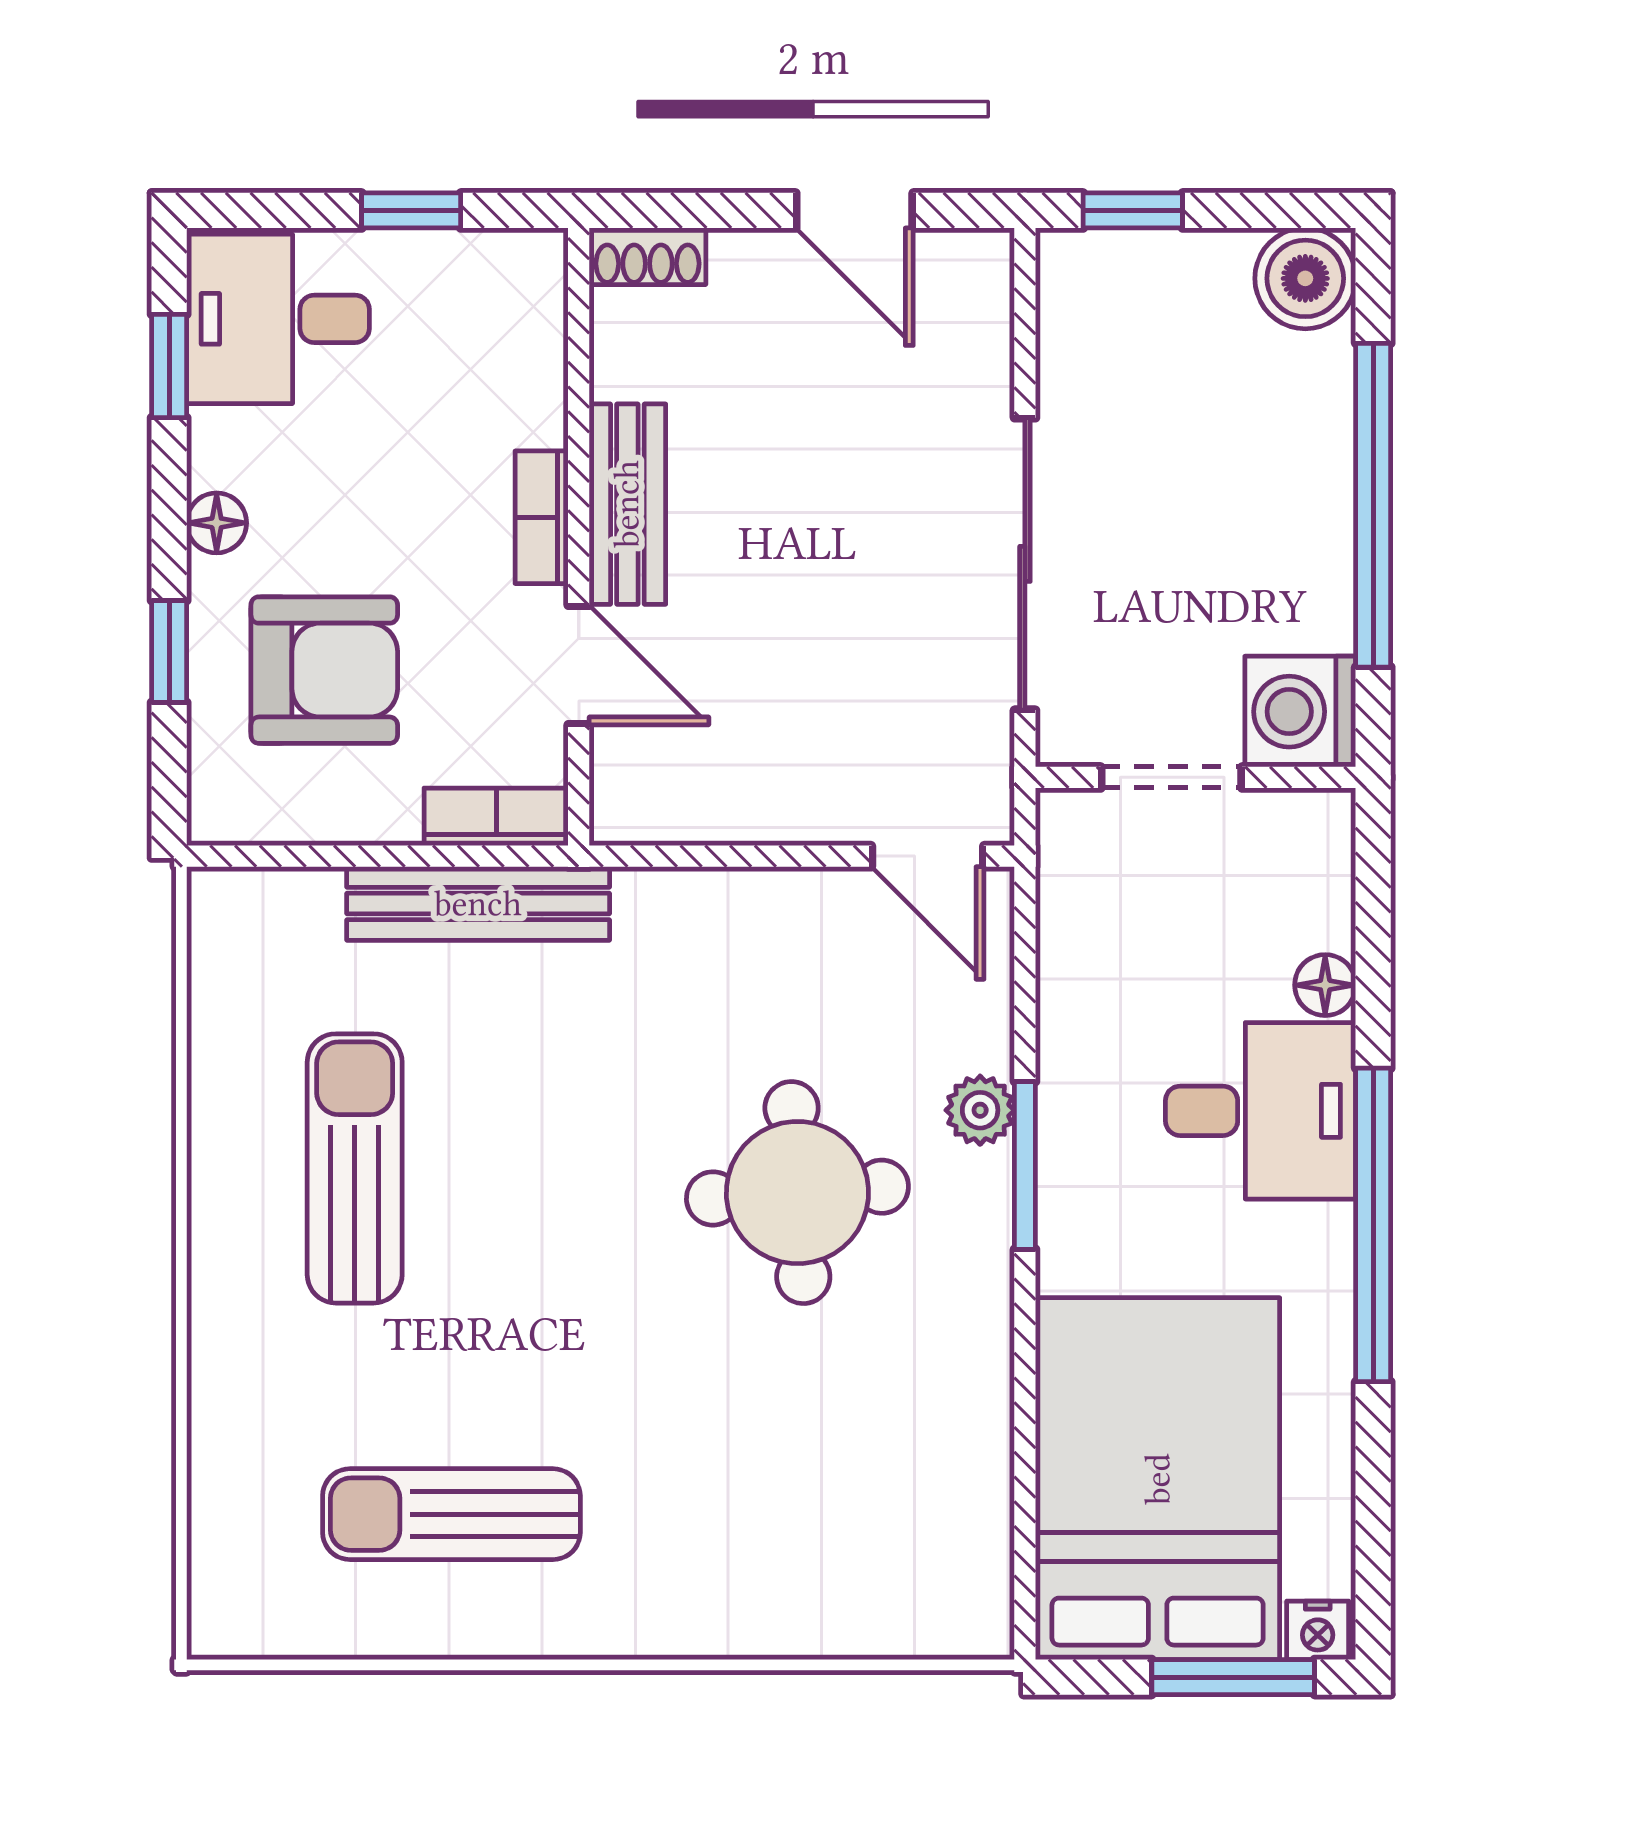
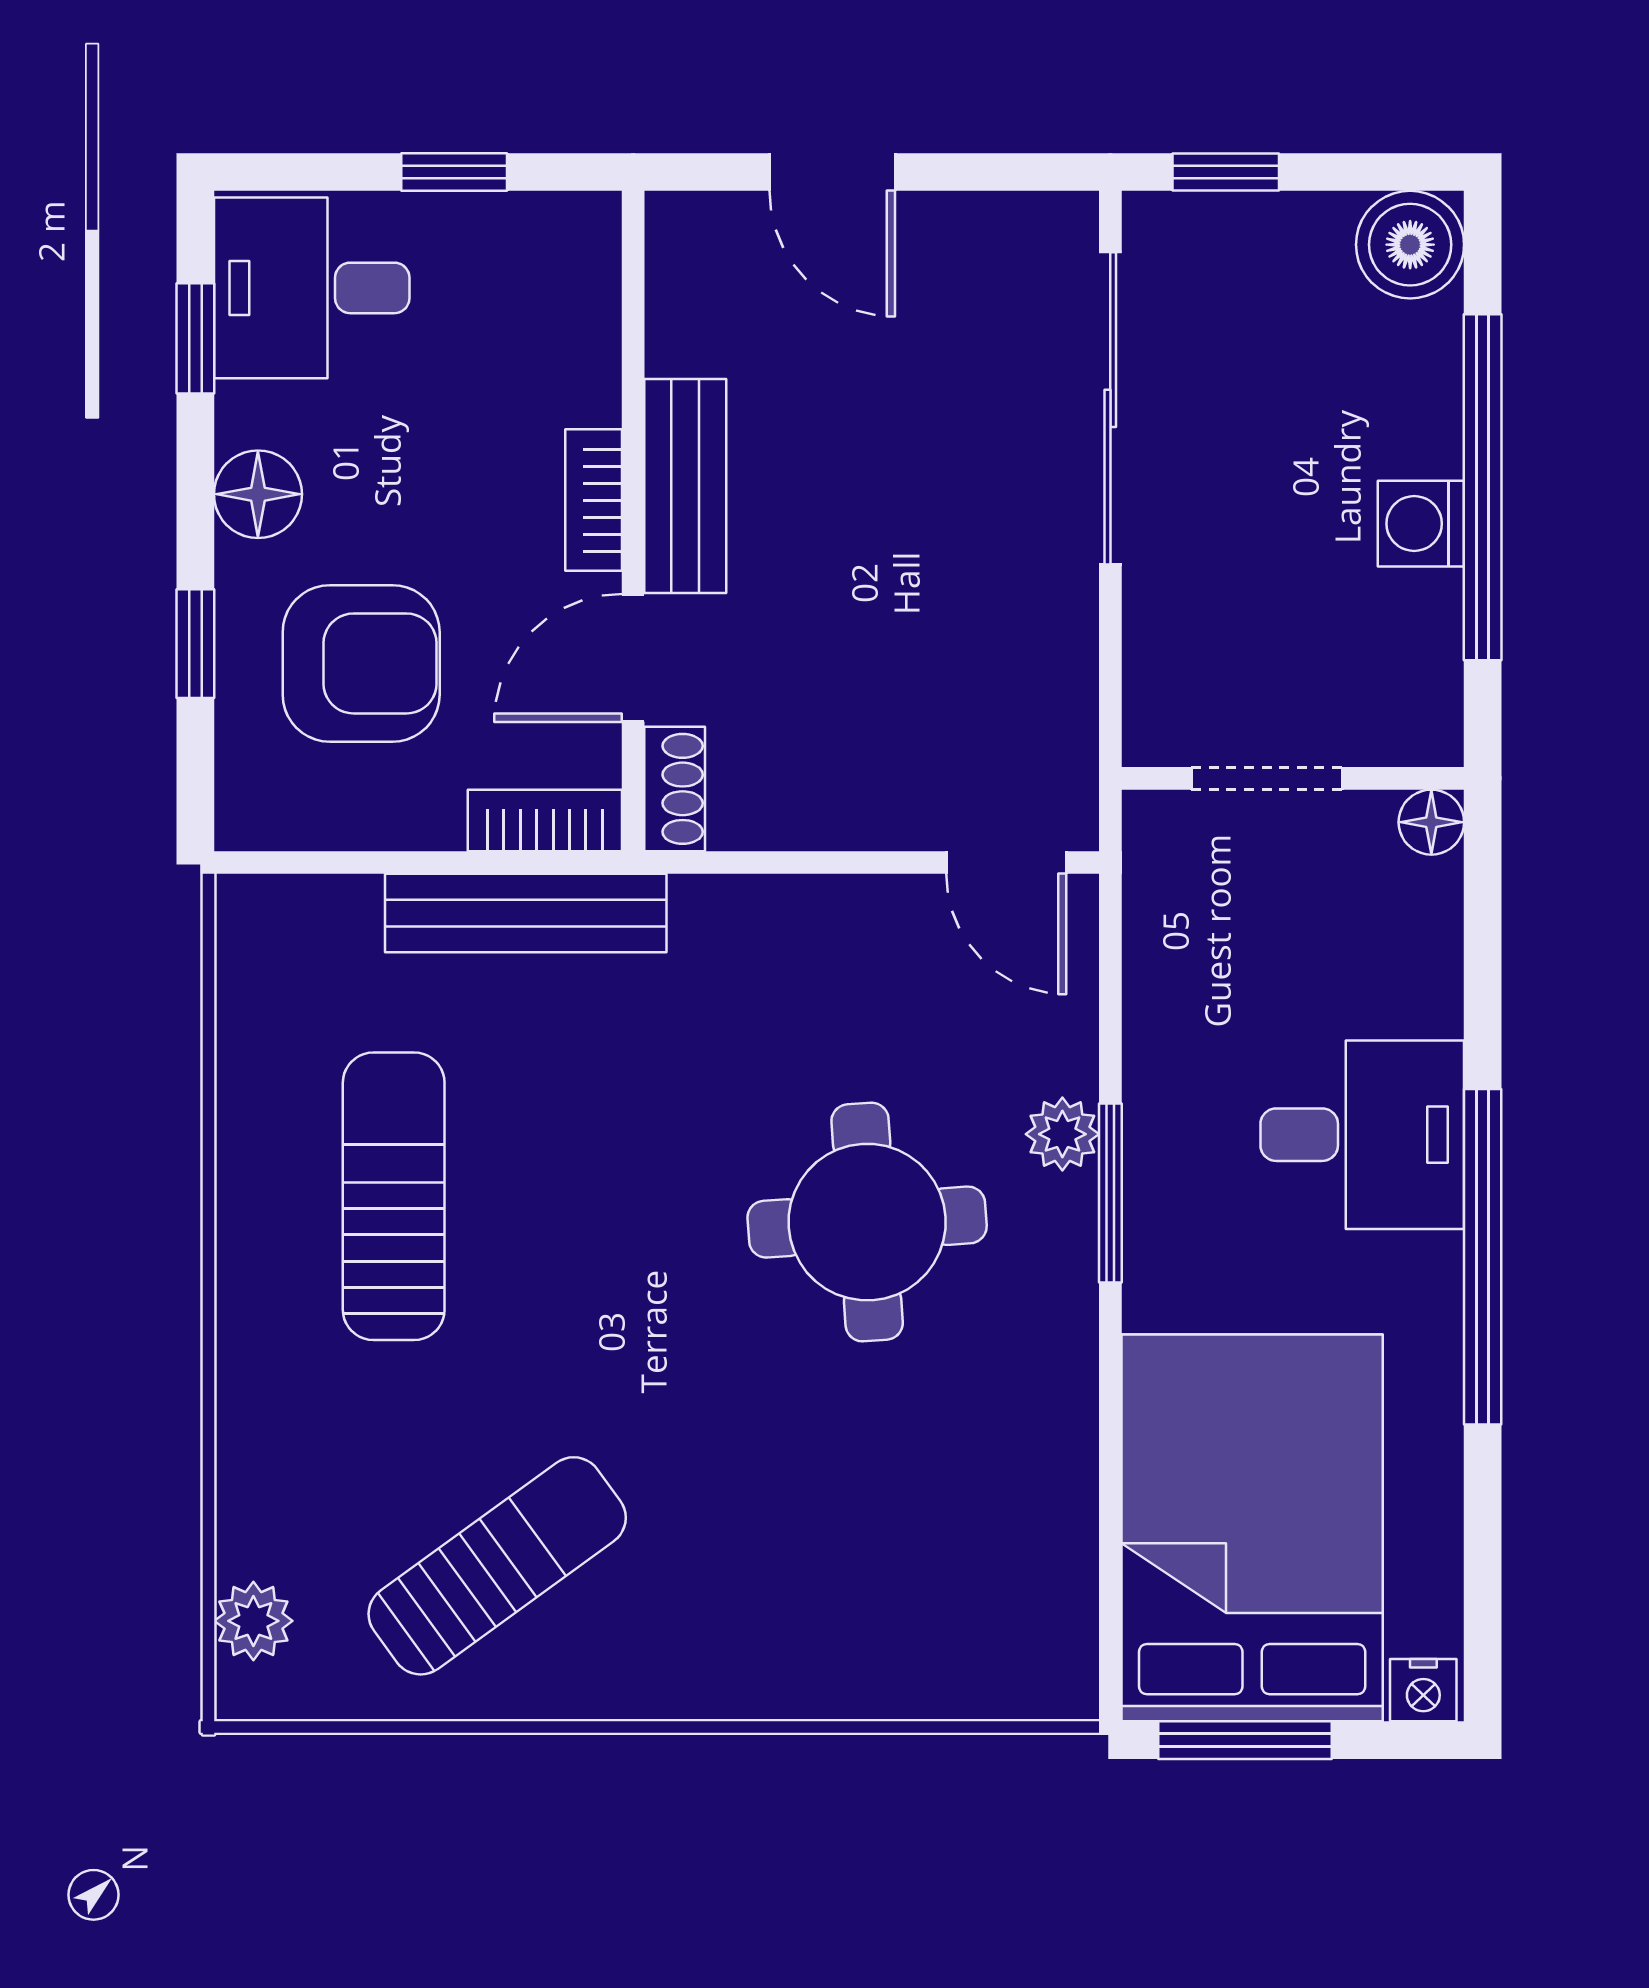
door: (854, 210) -> (832, 172), moved
shoe rack: (647, 256) -> (675, 789), moved, turned -90
floor lamp: (217, 523) -> (258, 494), width x1.37, depth x1.37
sliding door: (1025, 564) -> (1110, 408), moved
door: (579, 665) -> (633, 658), swing flipped
washing machine: (1300, 712) -> (1421, 524), moved, width x0.73, depth x0.73
floor lamp: (1325, 985) -> (1431, 822), moved
sun lounger: (451, 1514) -> (497, 1566), turned 144
plant: (223, 1566) -> (253, 1621), added
window: (1233, 1677) -> (1245, 1740), moved

